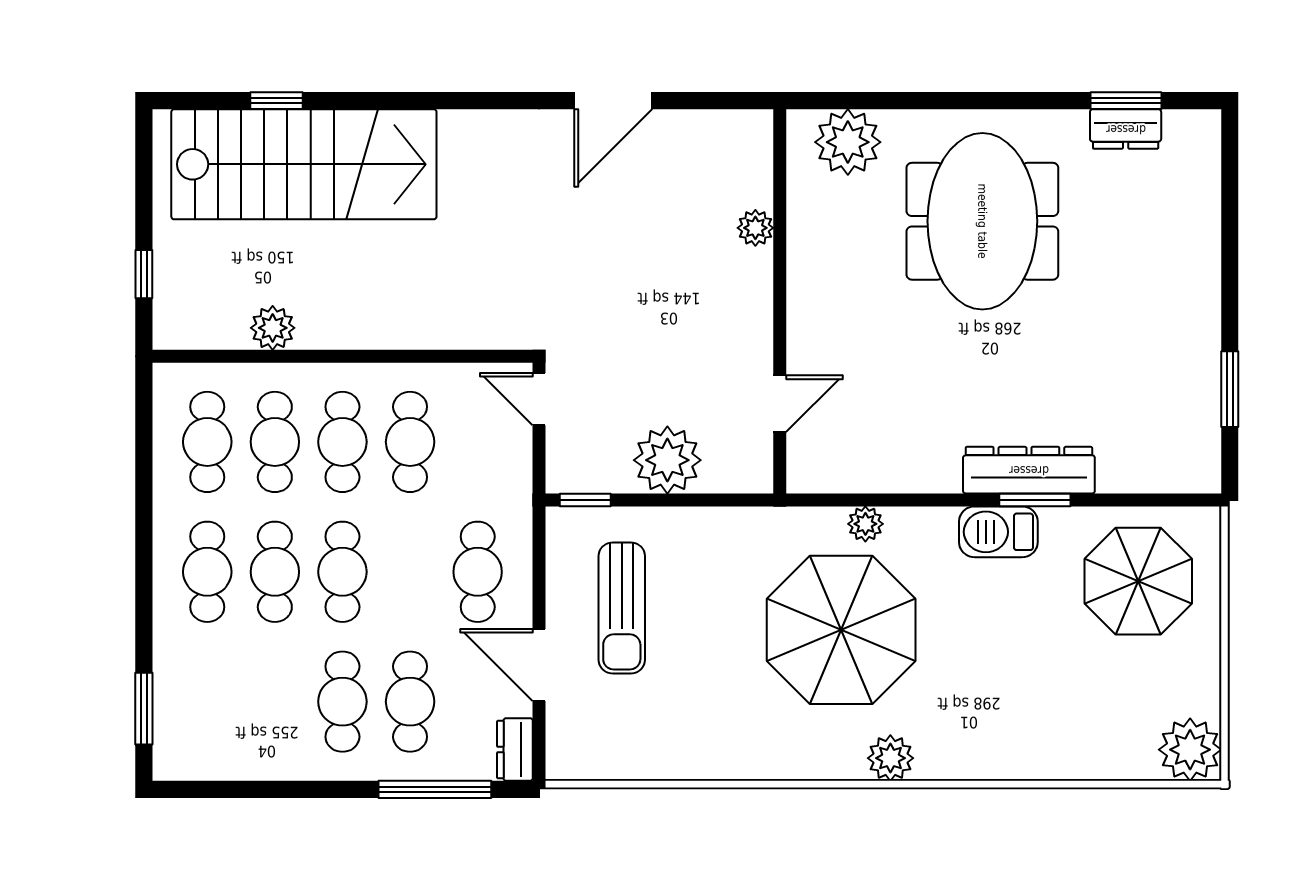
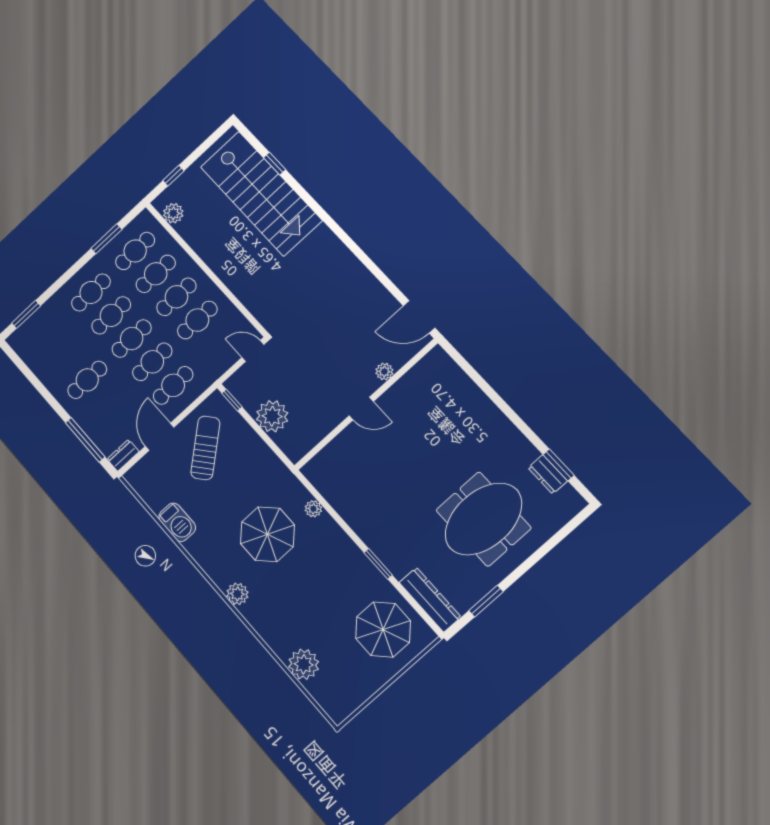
door: (613, 101) -> (419, 317), moved
plant: (848, 142) -> (447, 376), removed
meeting table: (982, 221) -> (483, 519), moved
plant: (273, 328) -> (173, 213), moved
door: (539, 399) -> (253, 351), hinge flipped
door: (780, 404) -> (361, 409), moved
window: (144, 470) -> (106, 239), added
dresser: (1029, 470) -> (430, 600), moved
barbecue: (998, 532) -> (177, 522), moved, turned 180
sun lounger: (622, 608) -> (205, 448), turned 140
parasol: (841, 630) -> (267, 534), width x0.73, depth x0.73
cafe table: (410, 702) -> (152, 362), moved
plant: (1190, 750) -> (304, 664), moved

